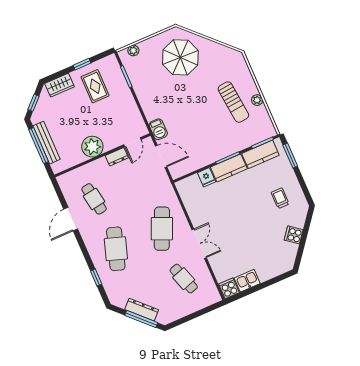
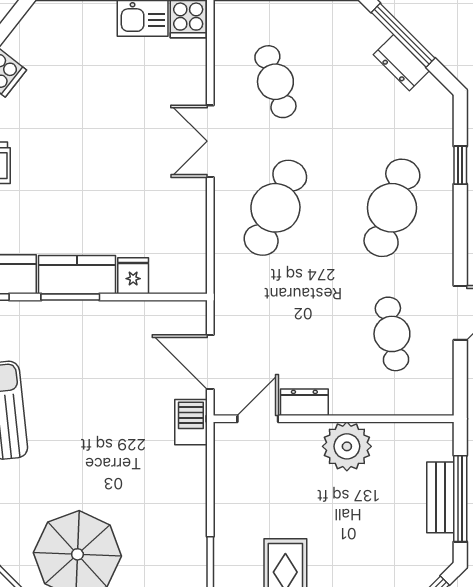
bench: (47, 143) -> (440, 497), width x0.73
dresser: (142, 310) -> (401, 63), width x0.70

